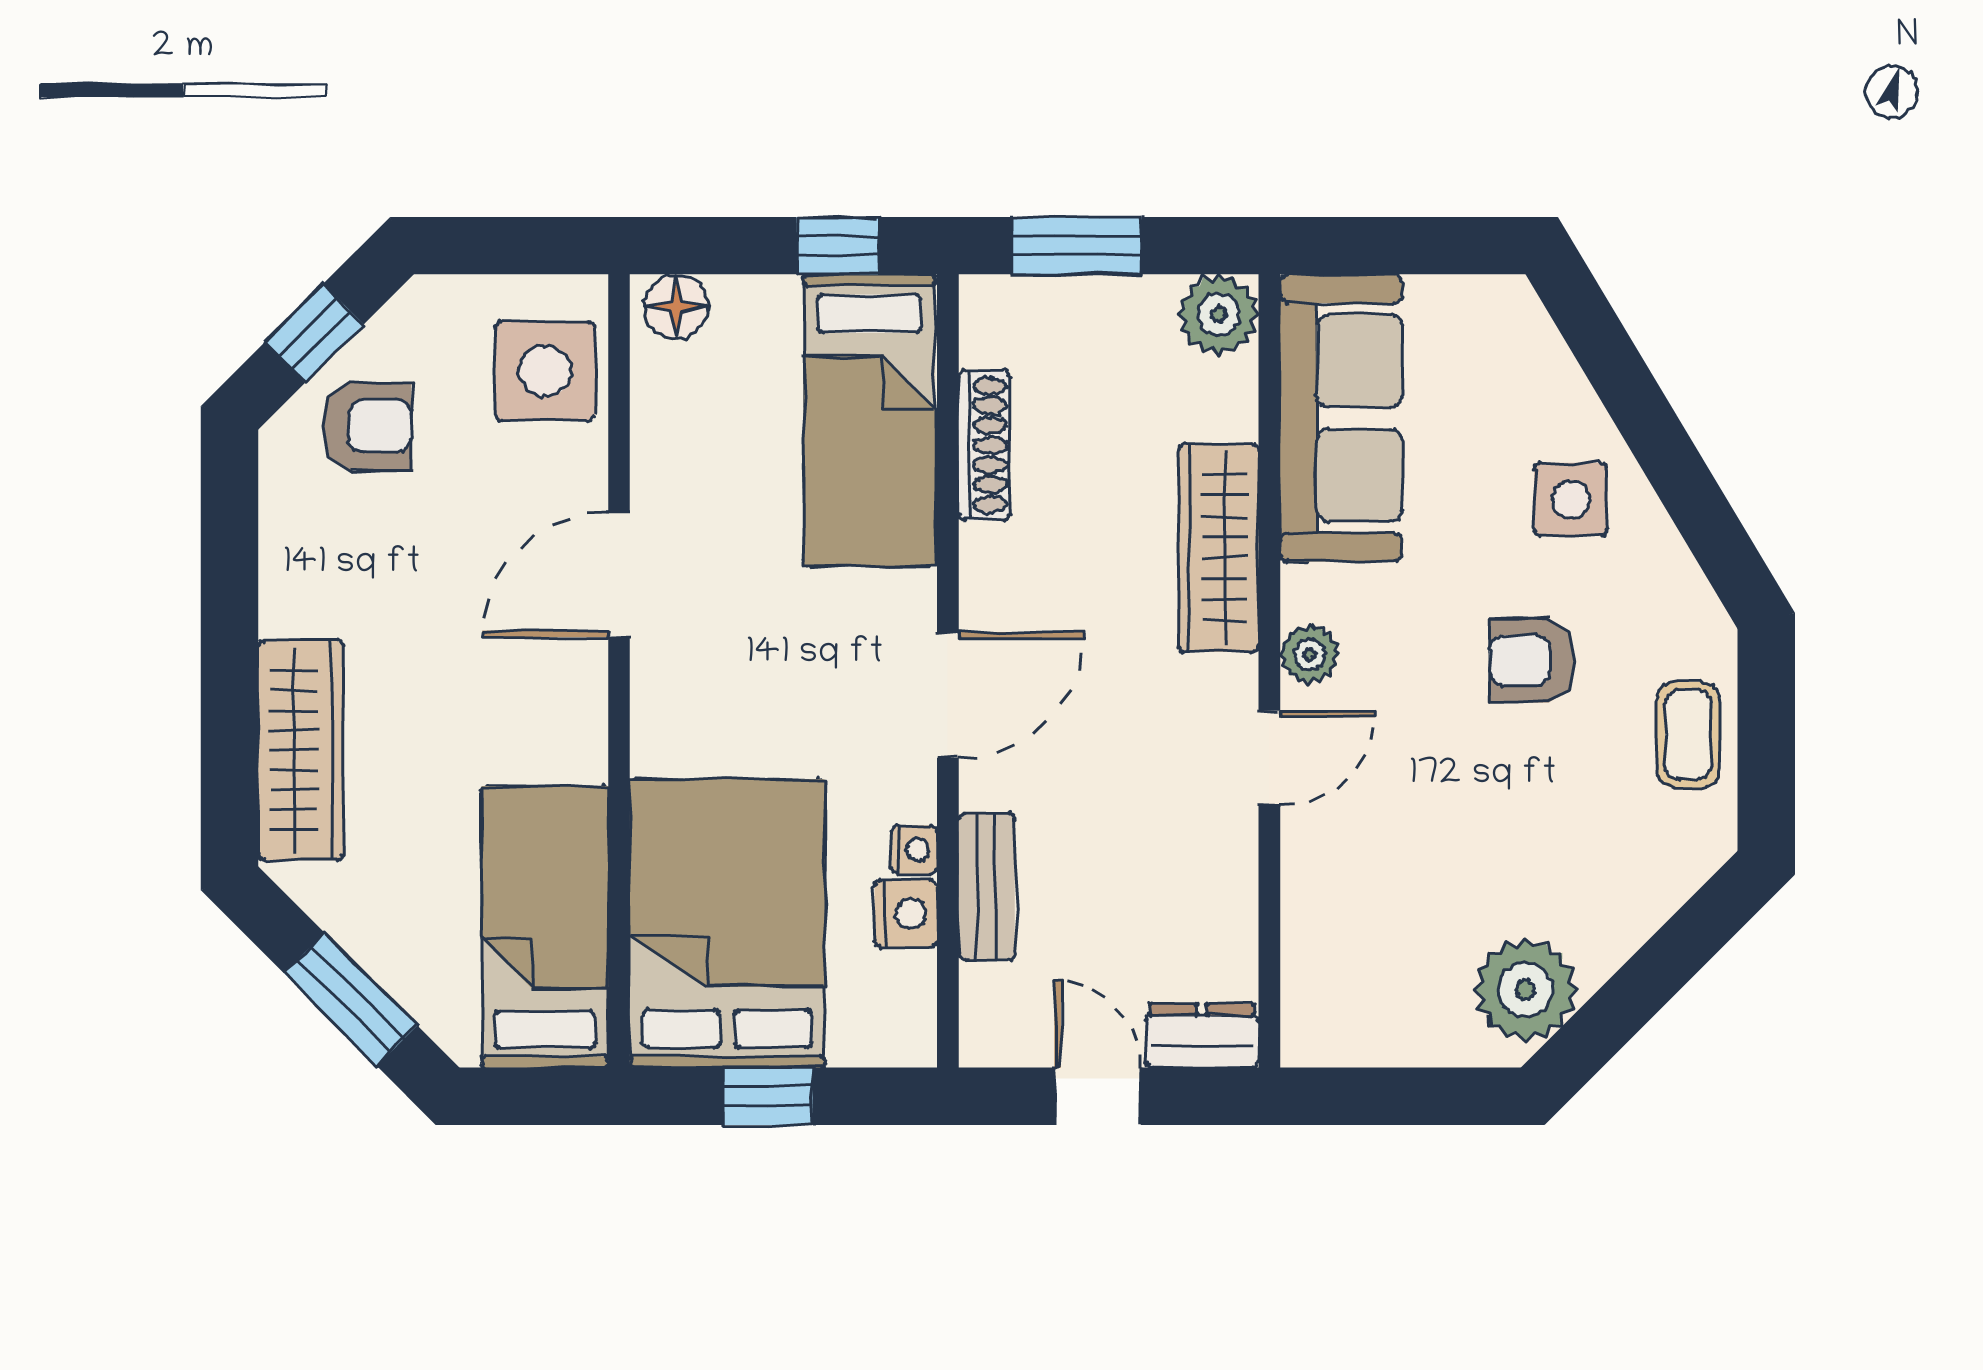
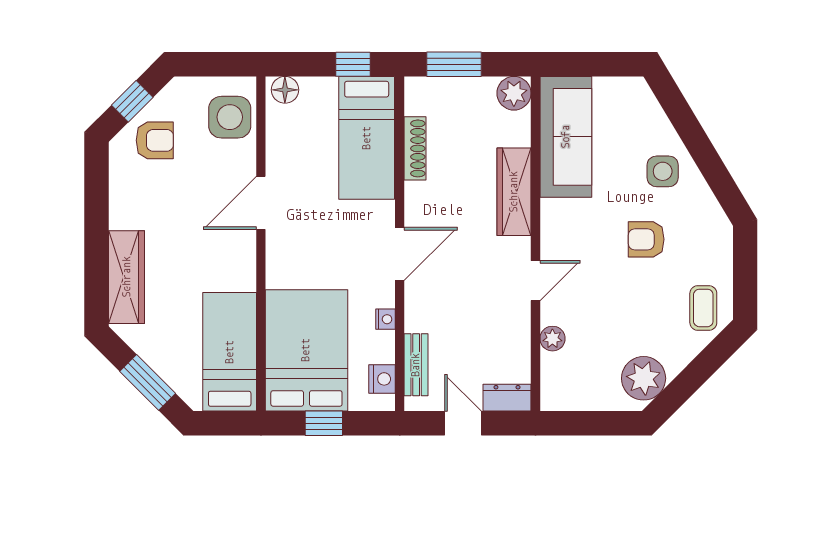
plant: (1310, 655) -> (552, 339), moved
coffee table: (1688, 735) -> (703, 308), moved
bench: (987, 887) -> (416, 365), moved
nightstand: (906, 914) -> (382, 379), moved

